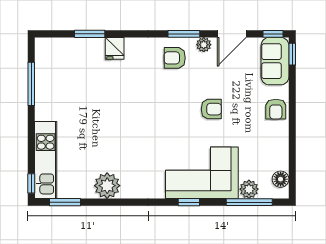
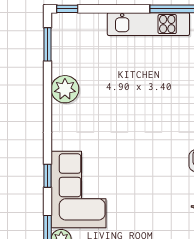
armchair: (211, 109) -> (146, 199), removed
kitchen unit: (46, 160) -> (148, 24), moved

